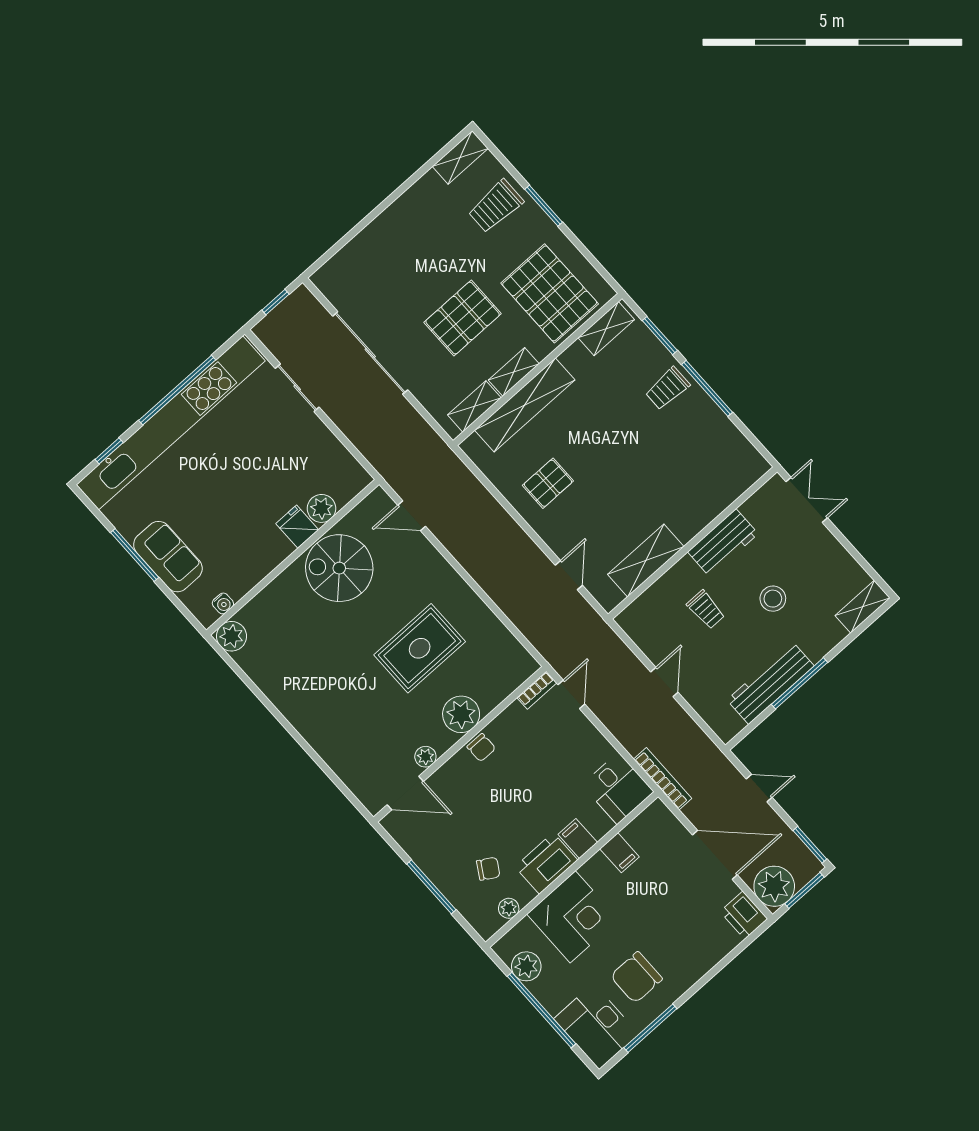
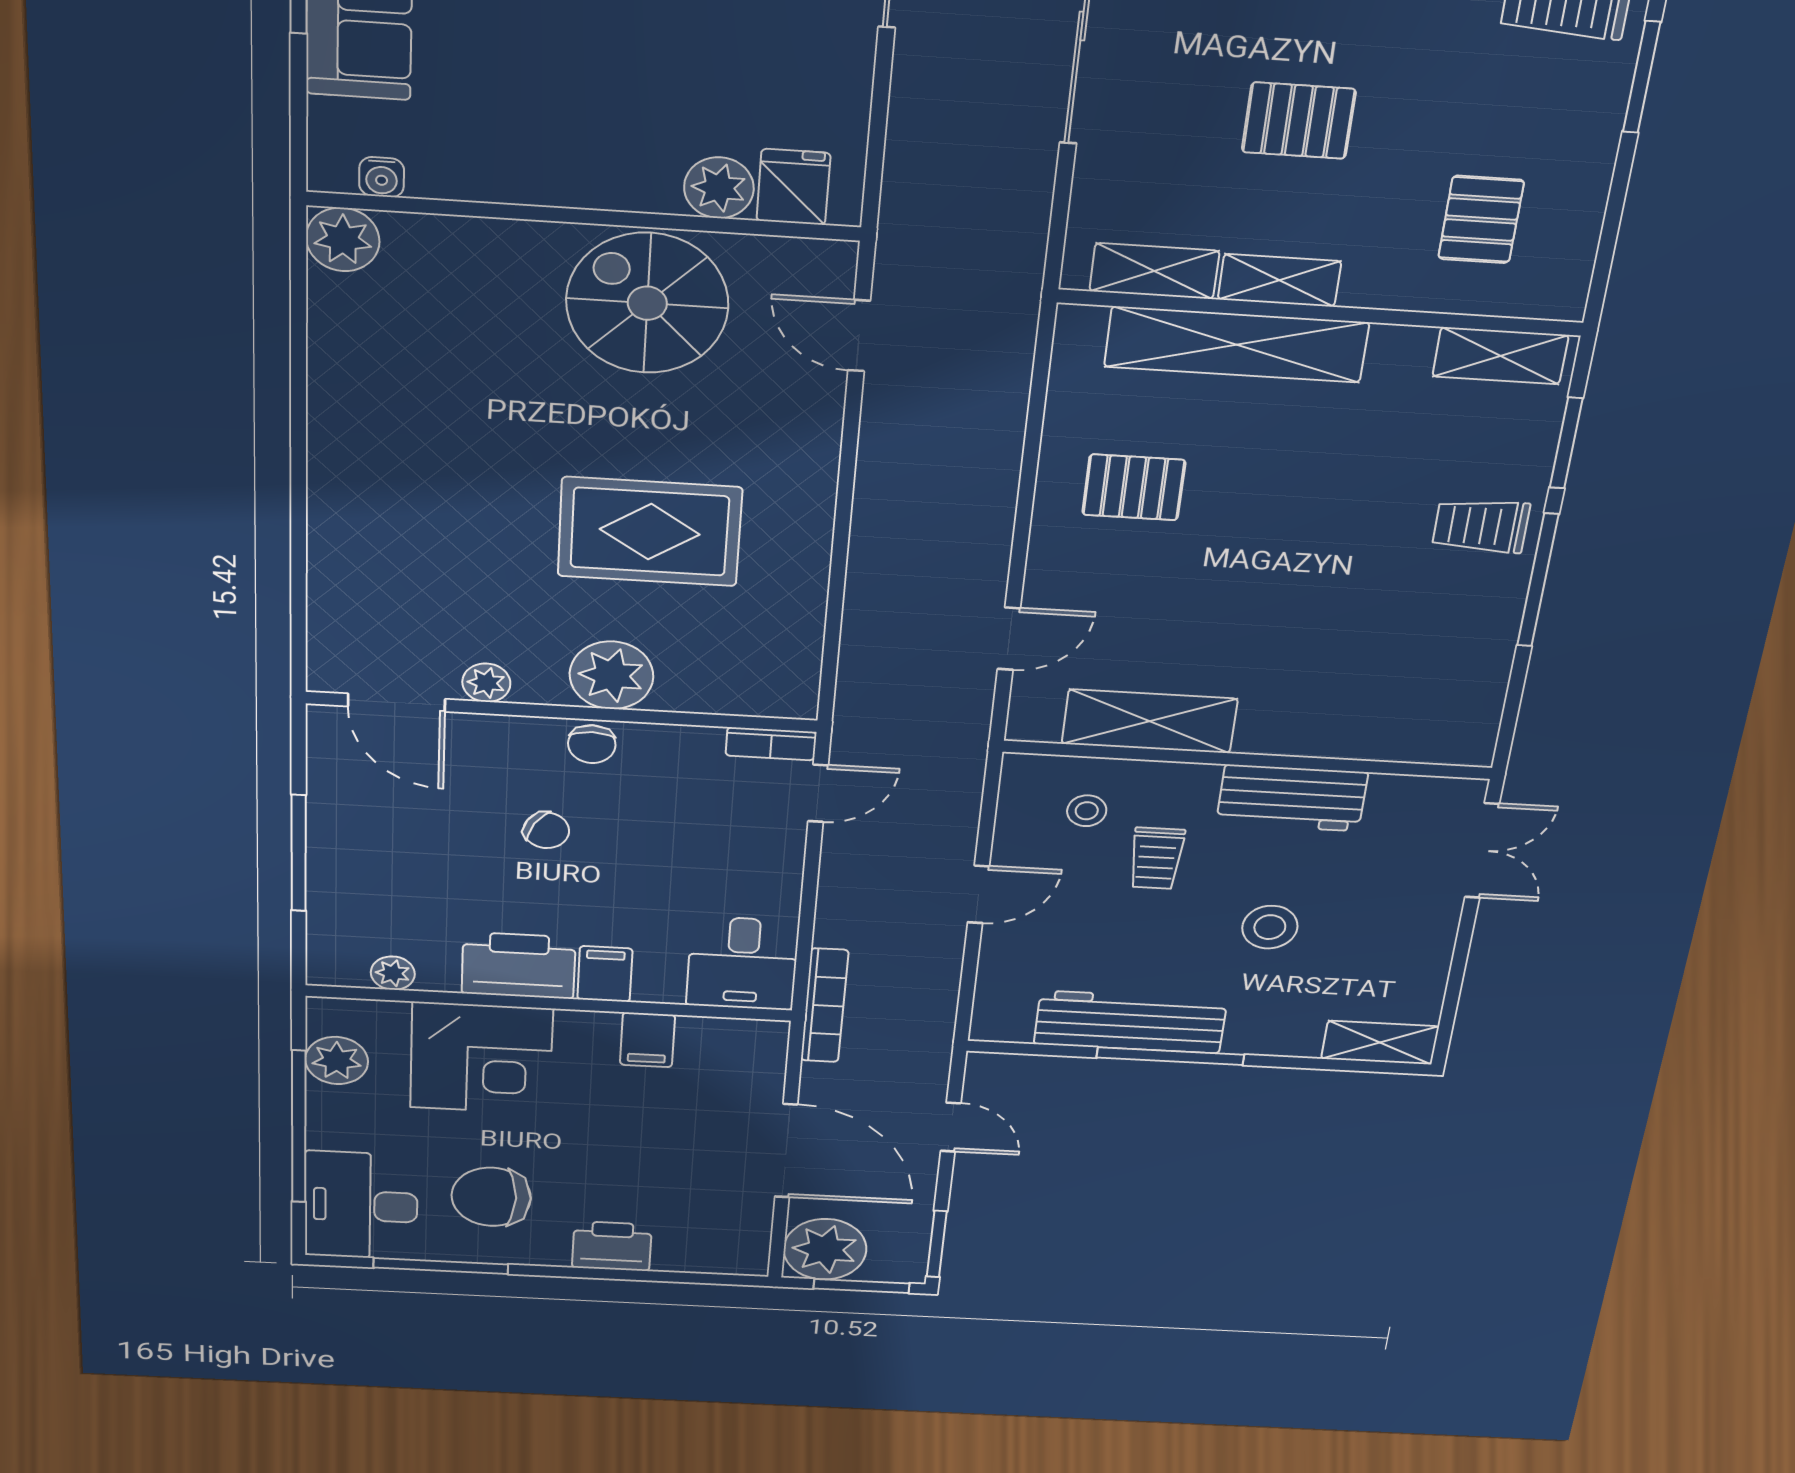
pallet: (550, 293) -> (1481, 220), width x0.49, depth x0.50
pallet: (463, 318) -> (1299, 121), width x0.67, depth x0.71
fridge: (297, 527) -> (793, 187), moved
stool: (663, 614) -> (1087, 811), added
chair: (488, 869) -> (546, 830), moved
printer: (744, 915) -> (612, 1246), moved, turned 90

